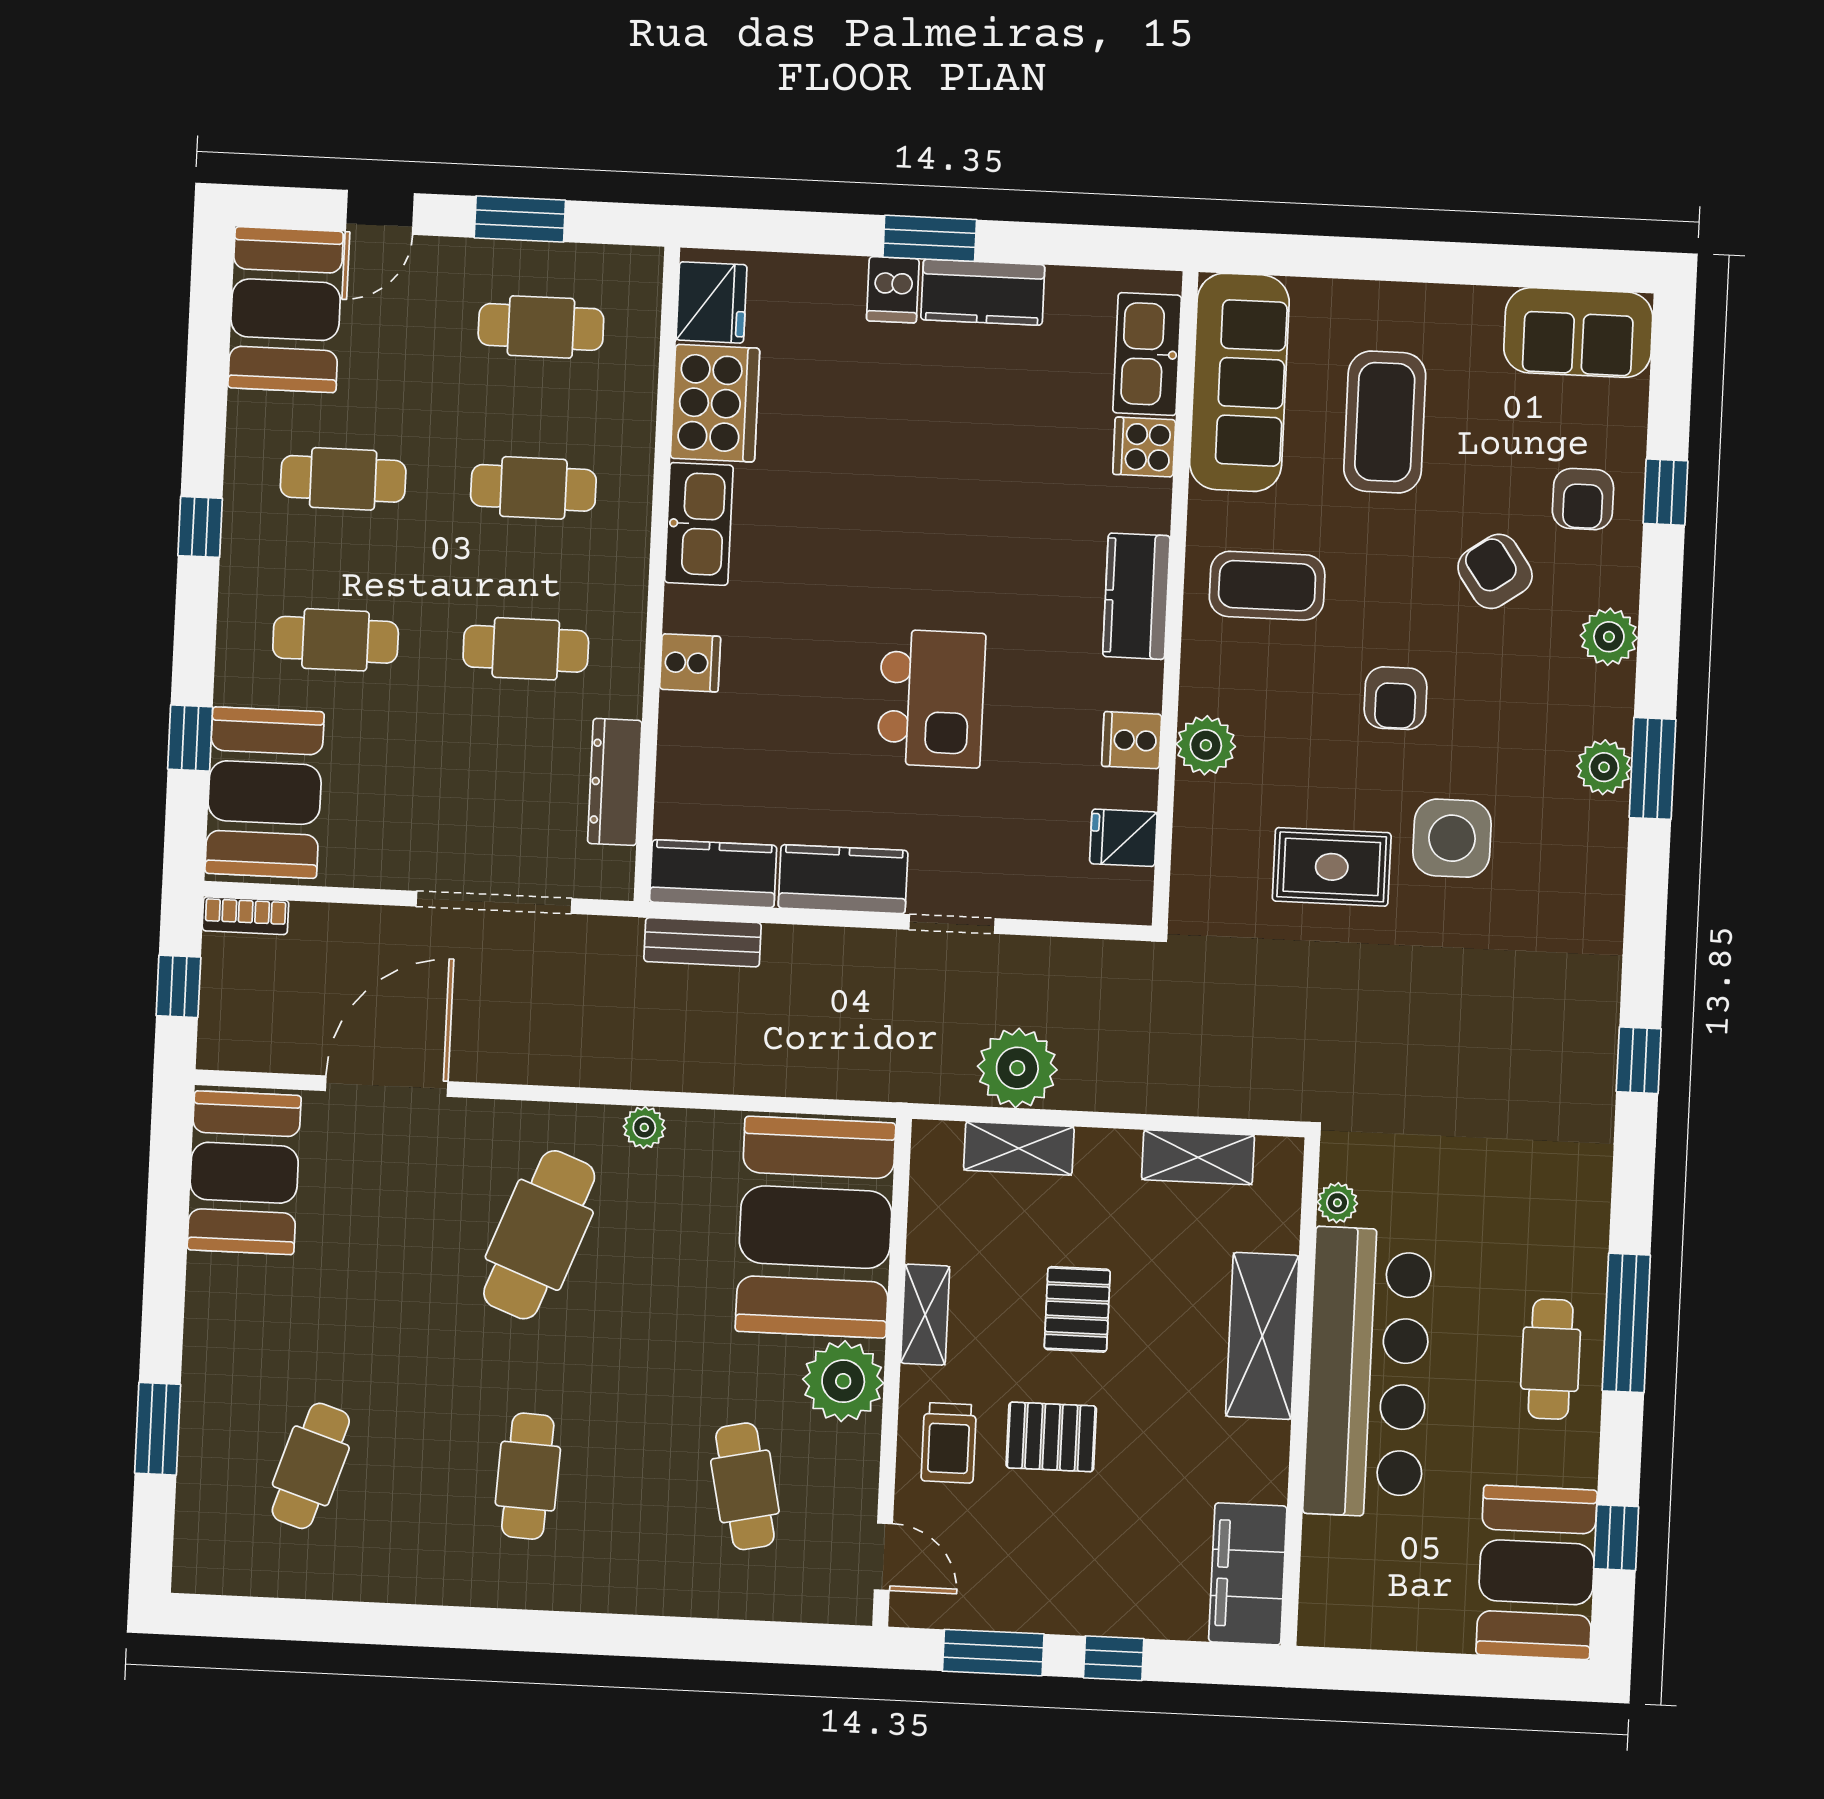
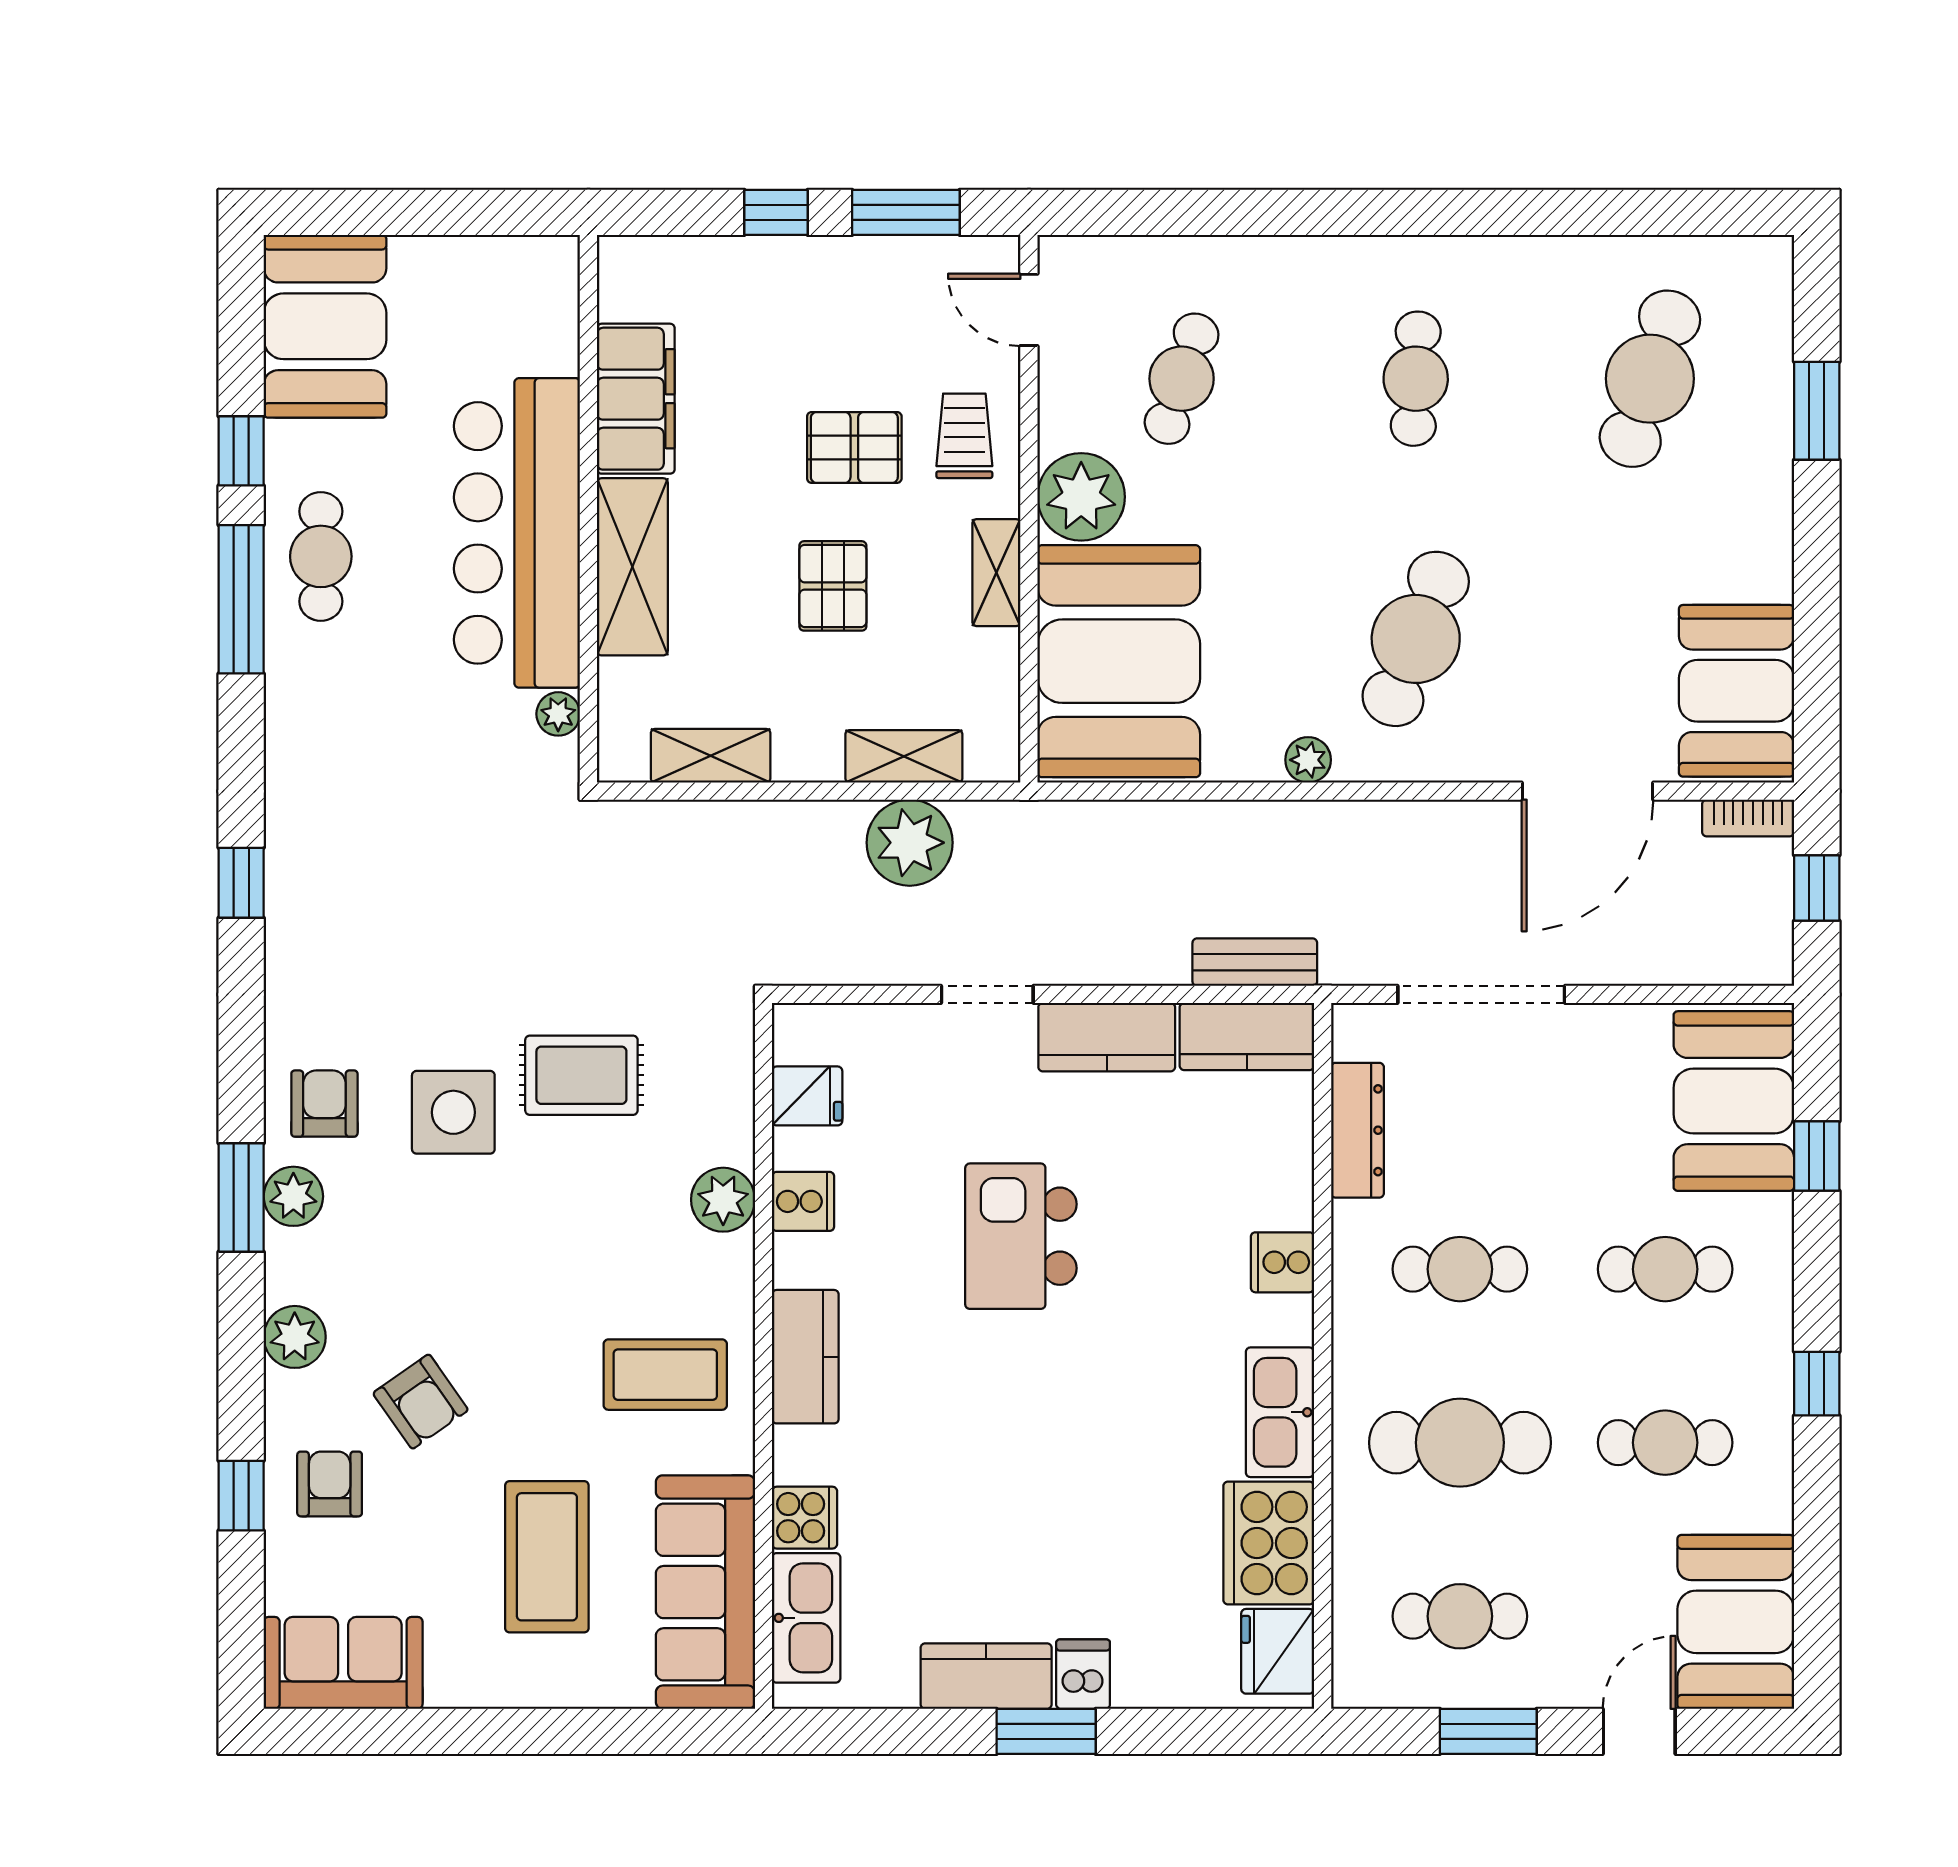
cafe table: (533, 488) -> (1460, 1443), width x1.37, depth x1.35
armchair: (1395, 698) -> (324, 1104), moved
bookcase: (245, 916) -> (1748, 818), moved, turned 180
cafe table: (311, 1466) -> (1650, 379), width x1.37, depth x1.35
cafe table: (745, 1486) -> (1182, 379), turned 30
window: (1616, 1538) -> (241, 451), moved
filing cabinet: (1248, 1574) -> (636, 399), moved

